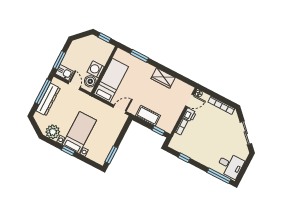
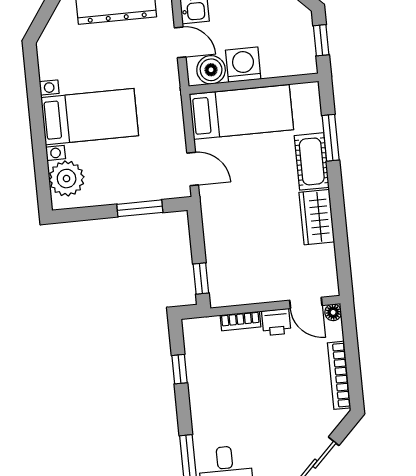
door: (74, 86) -> (180, 42), hinge flipped
cot: (148, 116) -> (312, 161), moved
plant: (53, 132) -> (67, 179), moved
window: (68, 151) -> (36, 118), removed
window: (111, 155) -> (140, 208), moved

